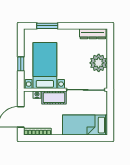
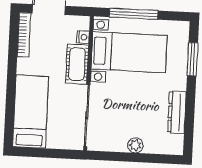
dresser: (93, 34) -> (177, 112), moved
plant: (99, 63) -> (135, 145), width x0.53, depth x0.53
window: (21, 64) -> (134, 14), width x2.17

